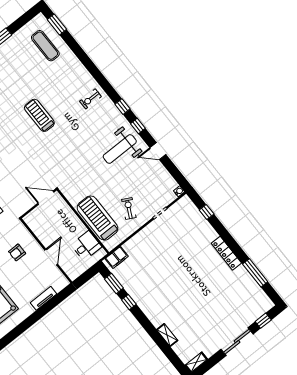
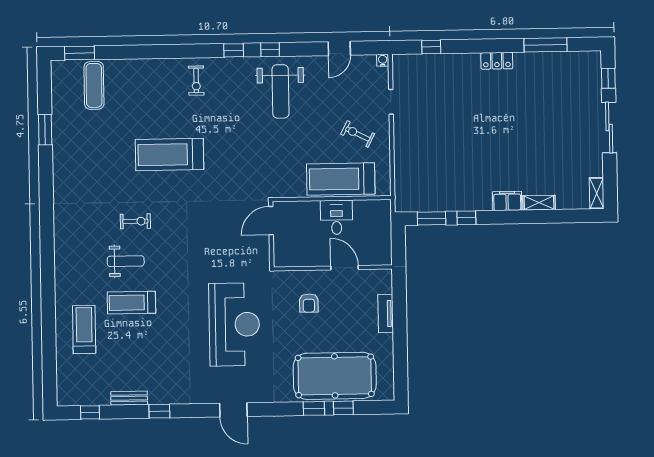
exercise mat: (45, 46) -> (94, 85), turned 90
treadmill: (39, 115) -> (169, 155), width x1.37, depth x1.37
door: (158, 151) -> (339, 48), moved
desk: (86, 246) -> (337, 217), moved
locker: (226, 253) -> (497, 61), width x0.66
filing cabinet: (117, 257) -> (507, 201), moved, turned -90

